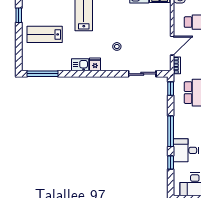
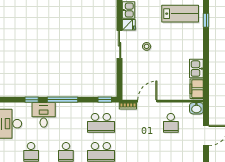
door: (172, 46) -> (147, 101), swing flipped
sliding door: (142, 74) -> (120, 44), moved

